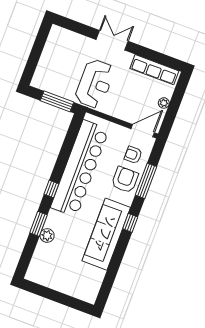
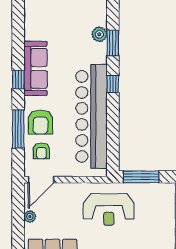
reception desk: (95, 84) -> (109, 210), turned -90
armchair: (133, 155) -> (41, 151), turned 90
sofa: (106, 234) -> (36, 68), width x0.74, depth x0.79

